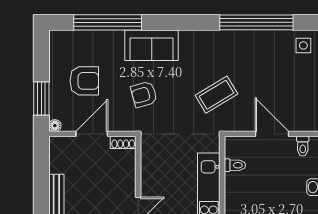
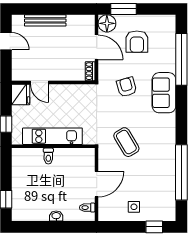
side table: (303, 45) -> (134, 207), moved
floor lamp: (55, 126) -> (107, 23), width x1.89, depth x1.89
toilet: (235, 165) -> (48, 156), moved

